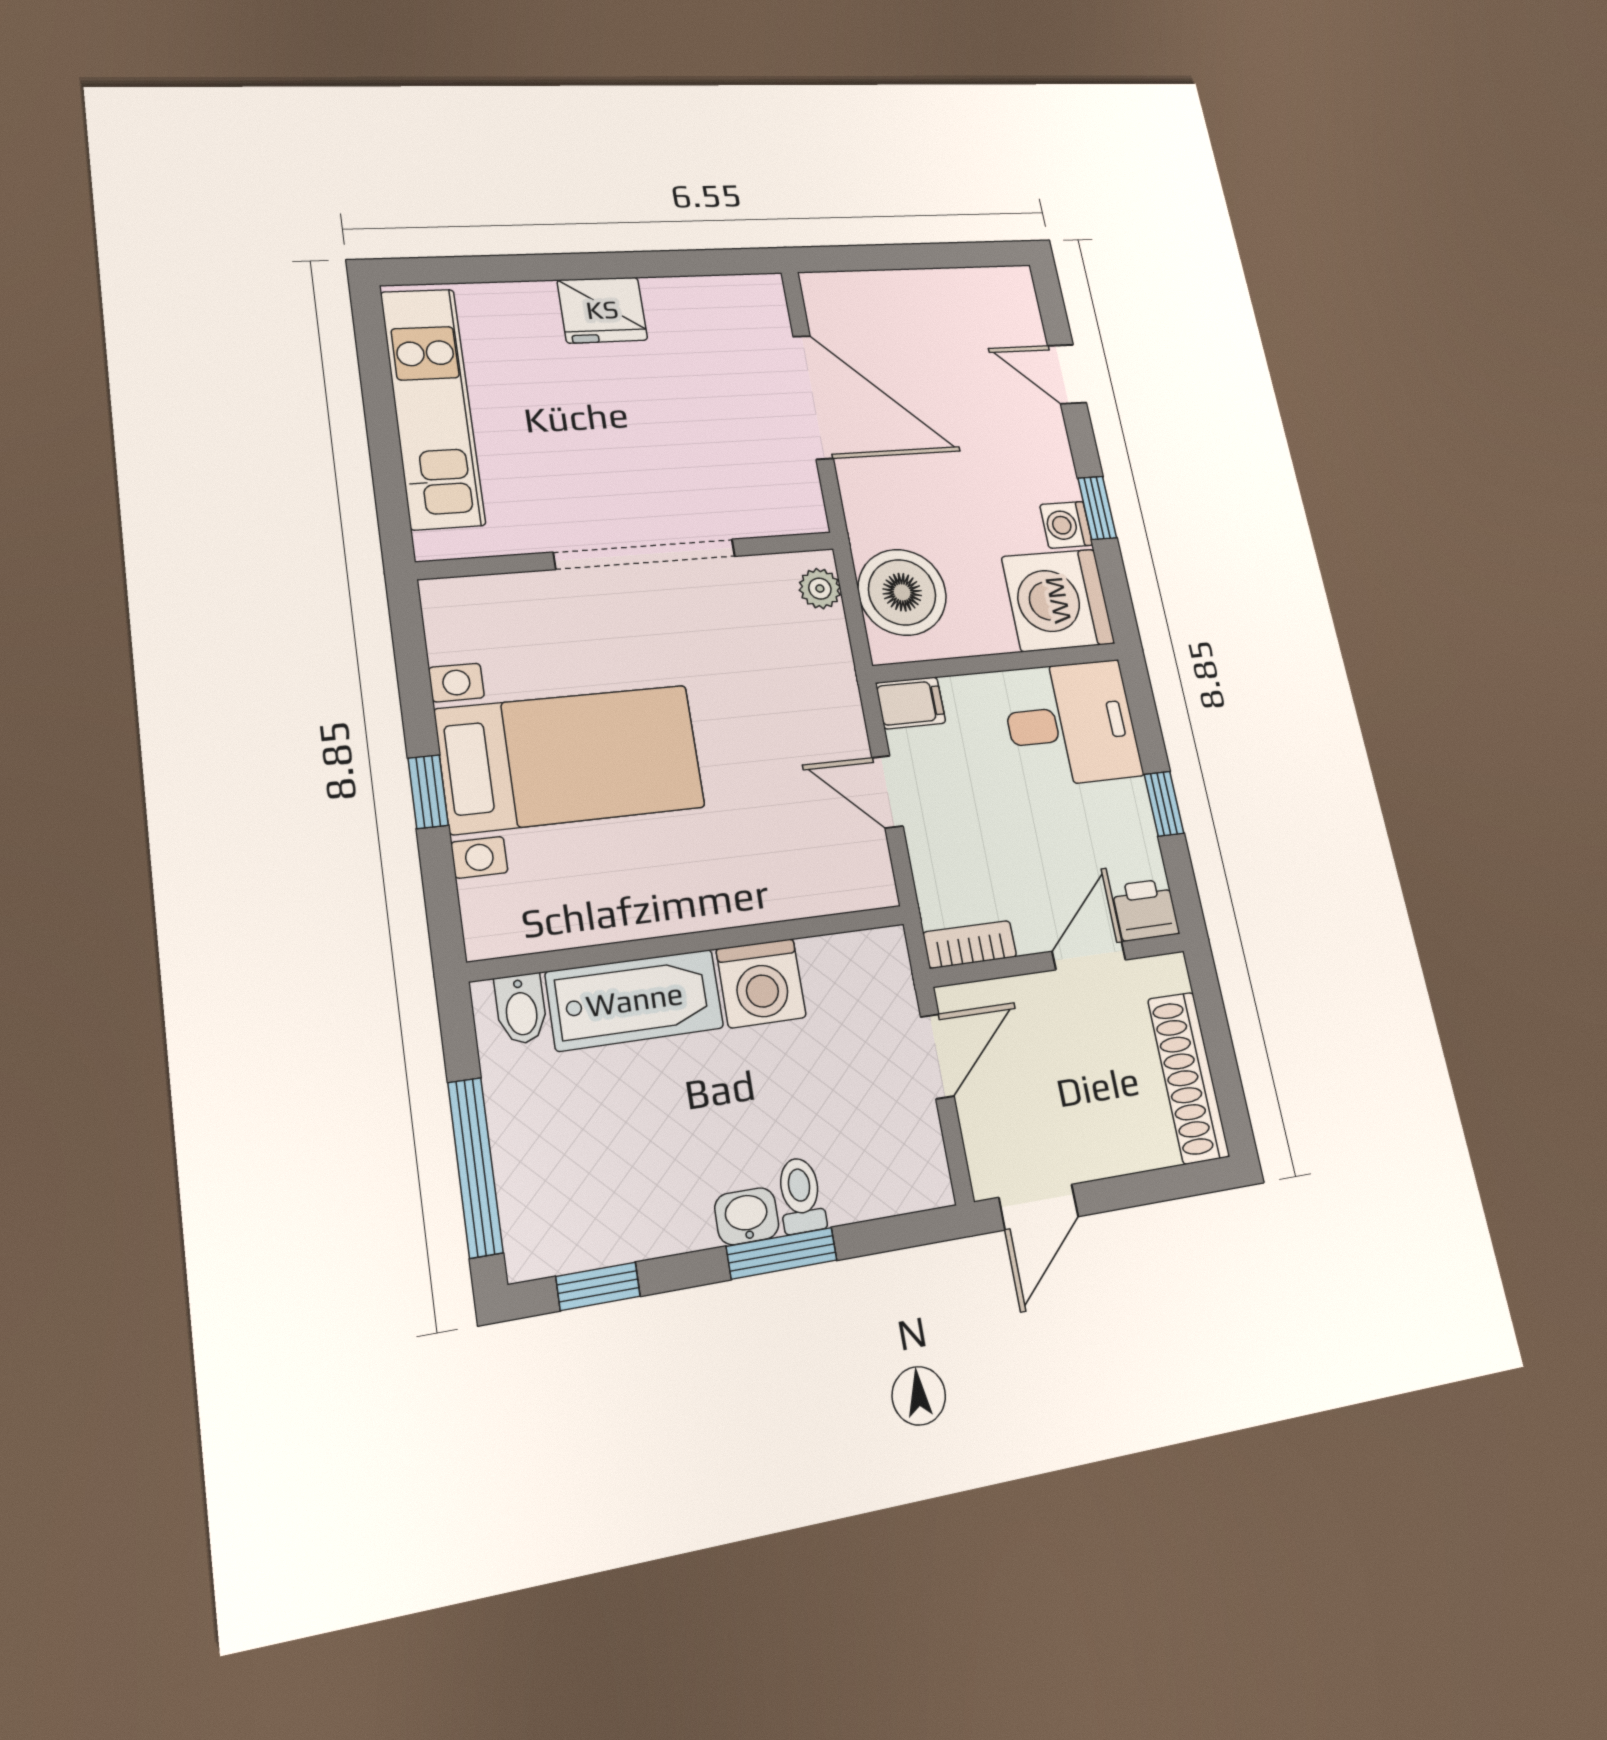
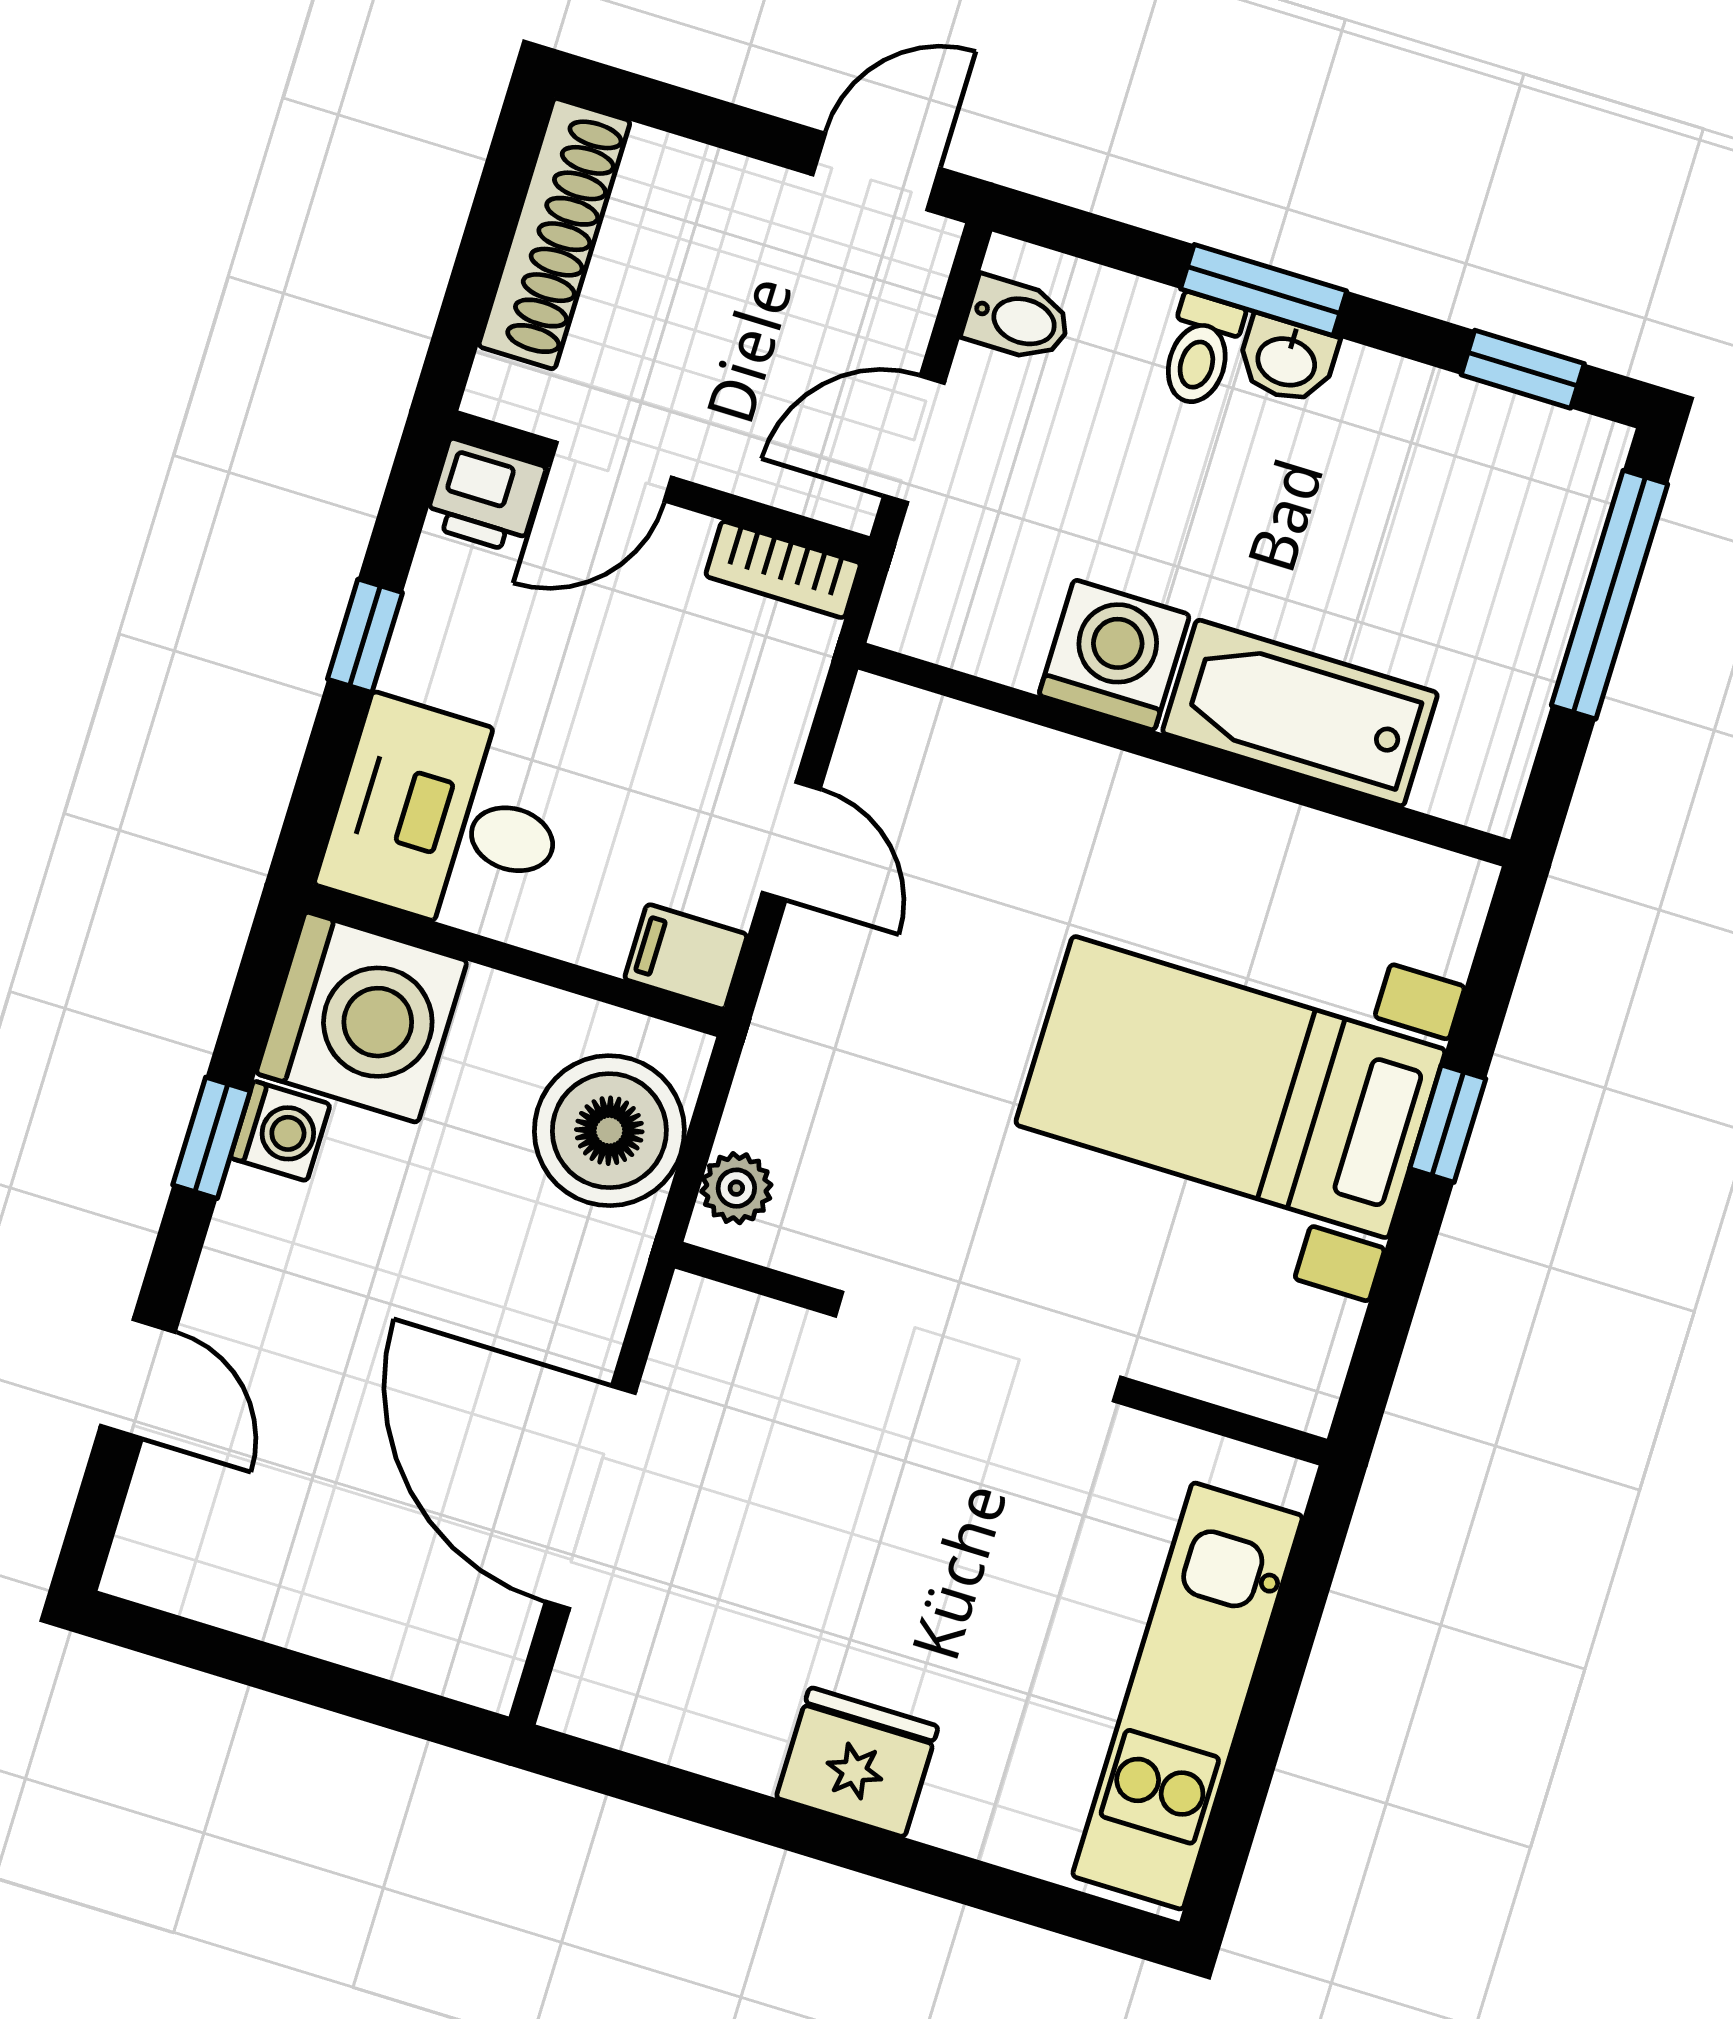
bidet: (521, 1009) -> (1017, 319), moved, turned 90

